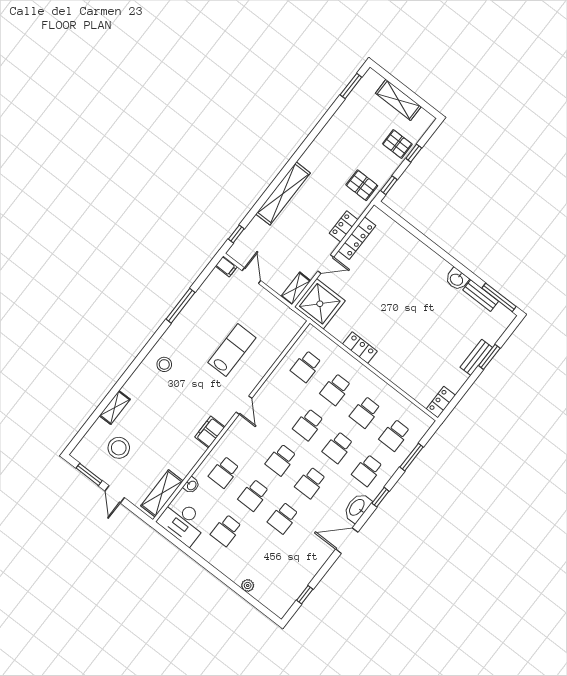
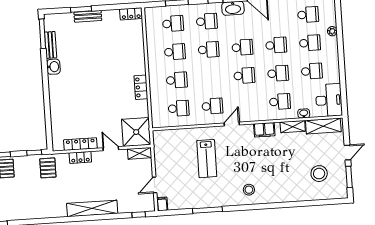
lab bench: (232, 350) -> (207, 159), turned -90
shelving: (115, 407) -> (293, 127), moved
school desk: (308, 425) -> (212, 106), moved
school desk: (256, 553) -> (310, 43), added
school desk: (285, 576) -> (308, 15), added

